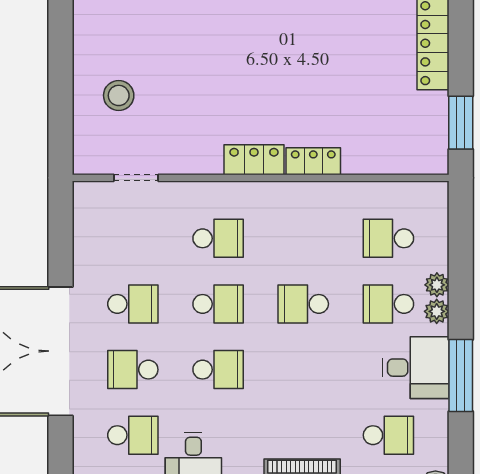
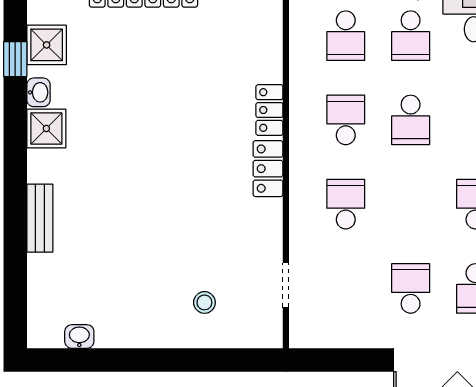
stool: (119, 95) -> (204, 302), width x0.73, depth x0.73
school desk: (218, 304) -> (346, 120), moved

